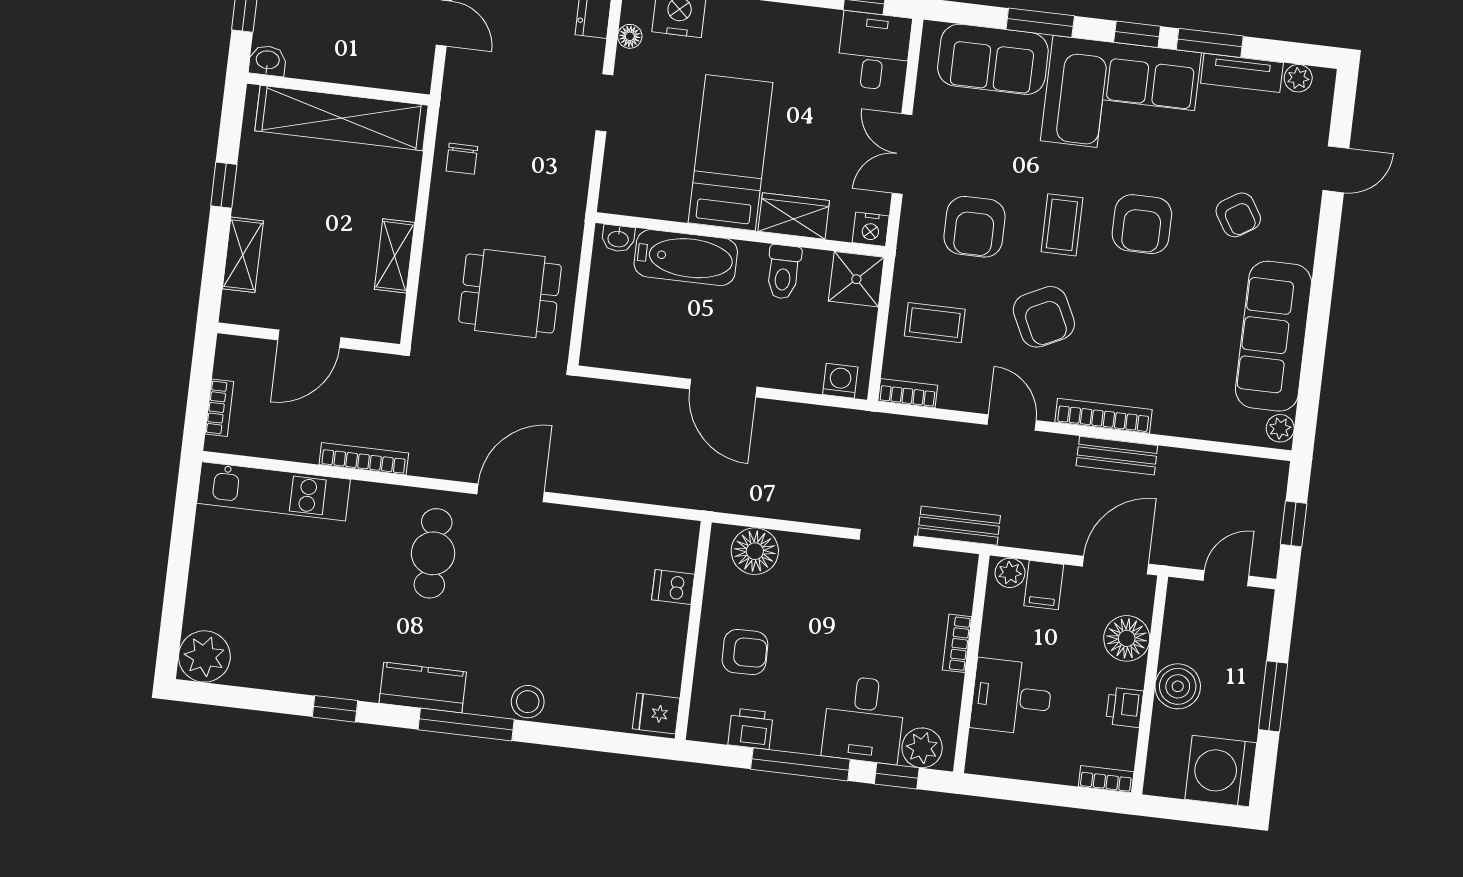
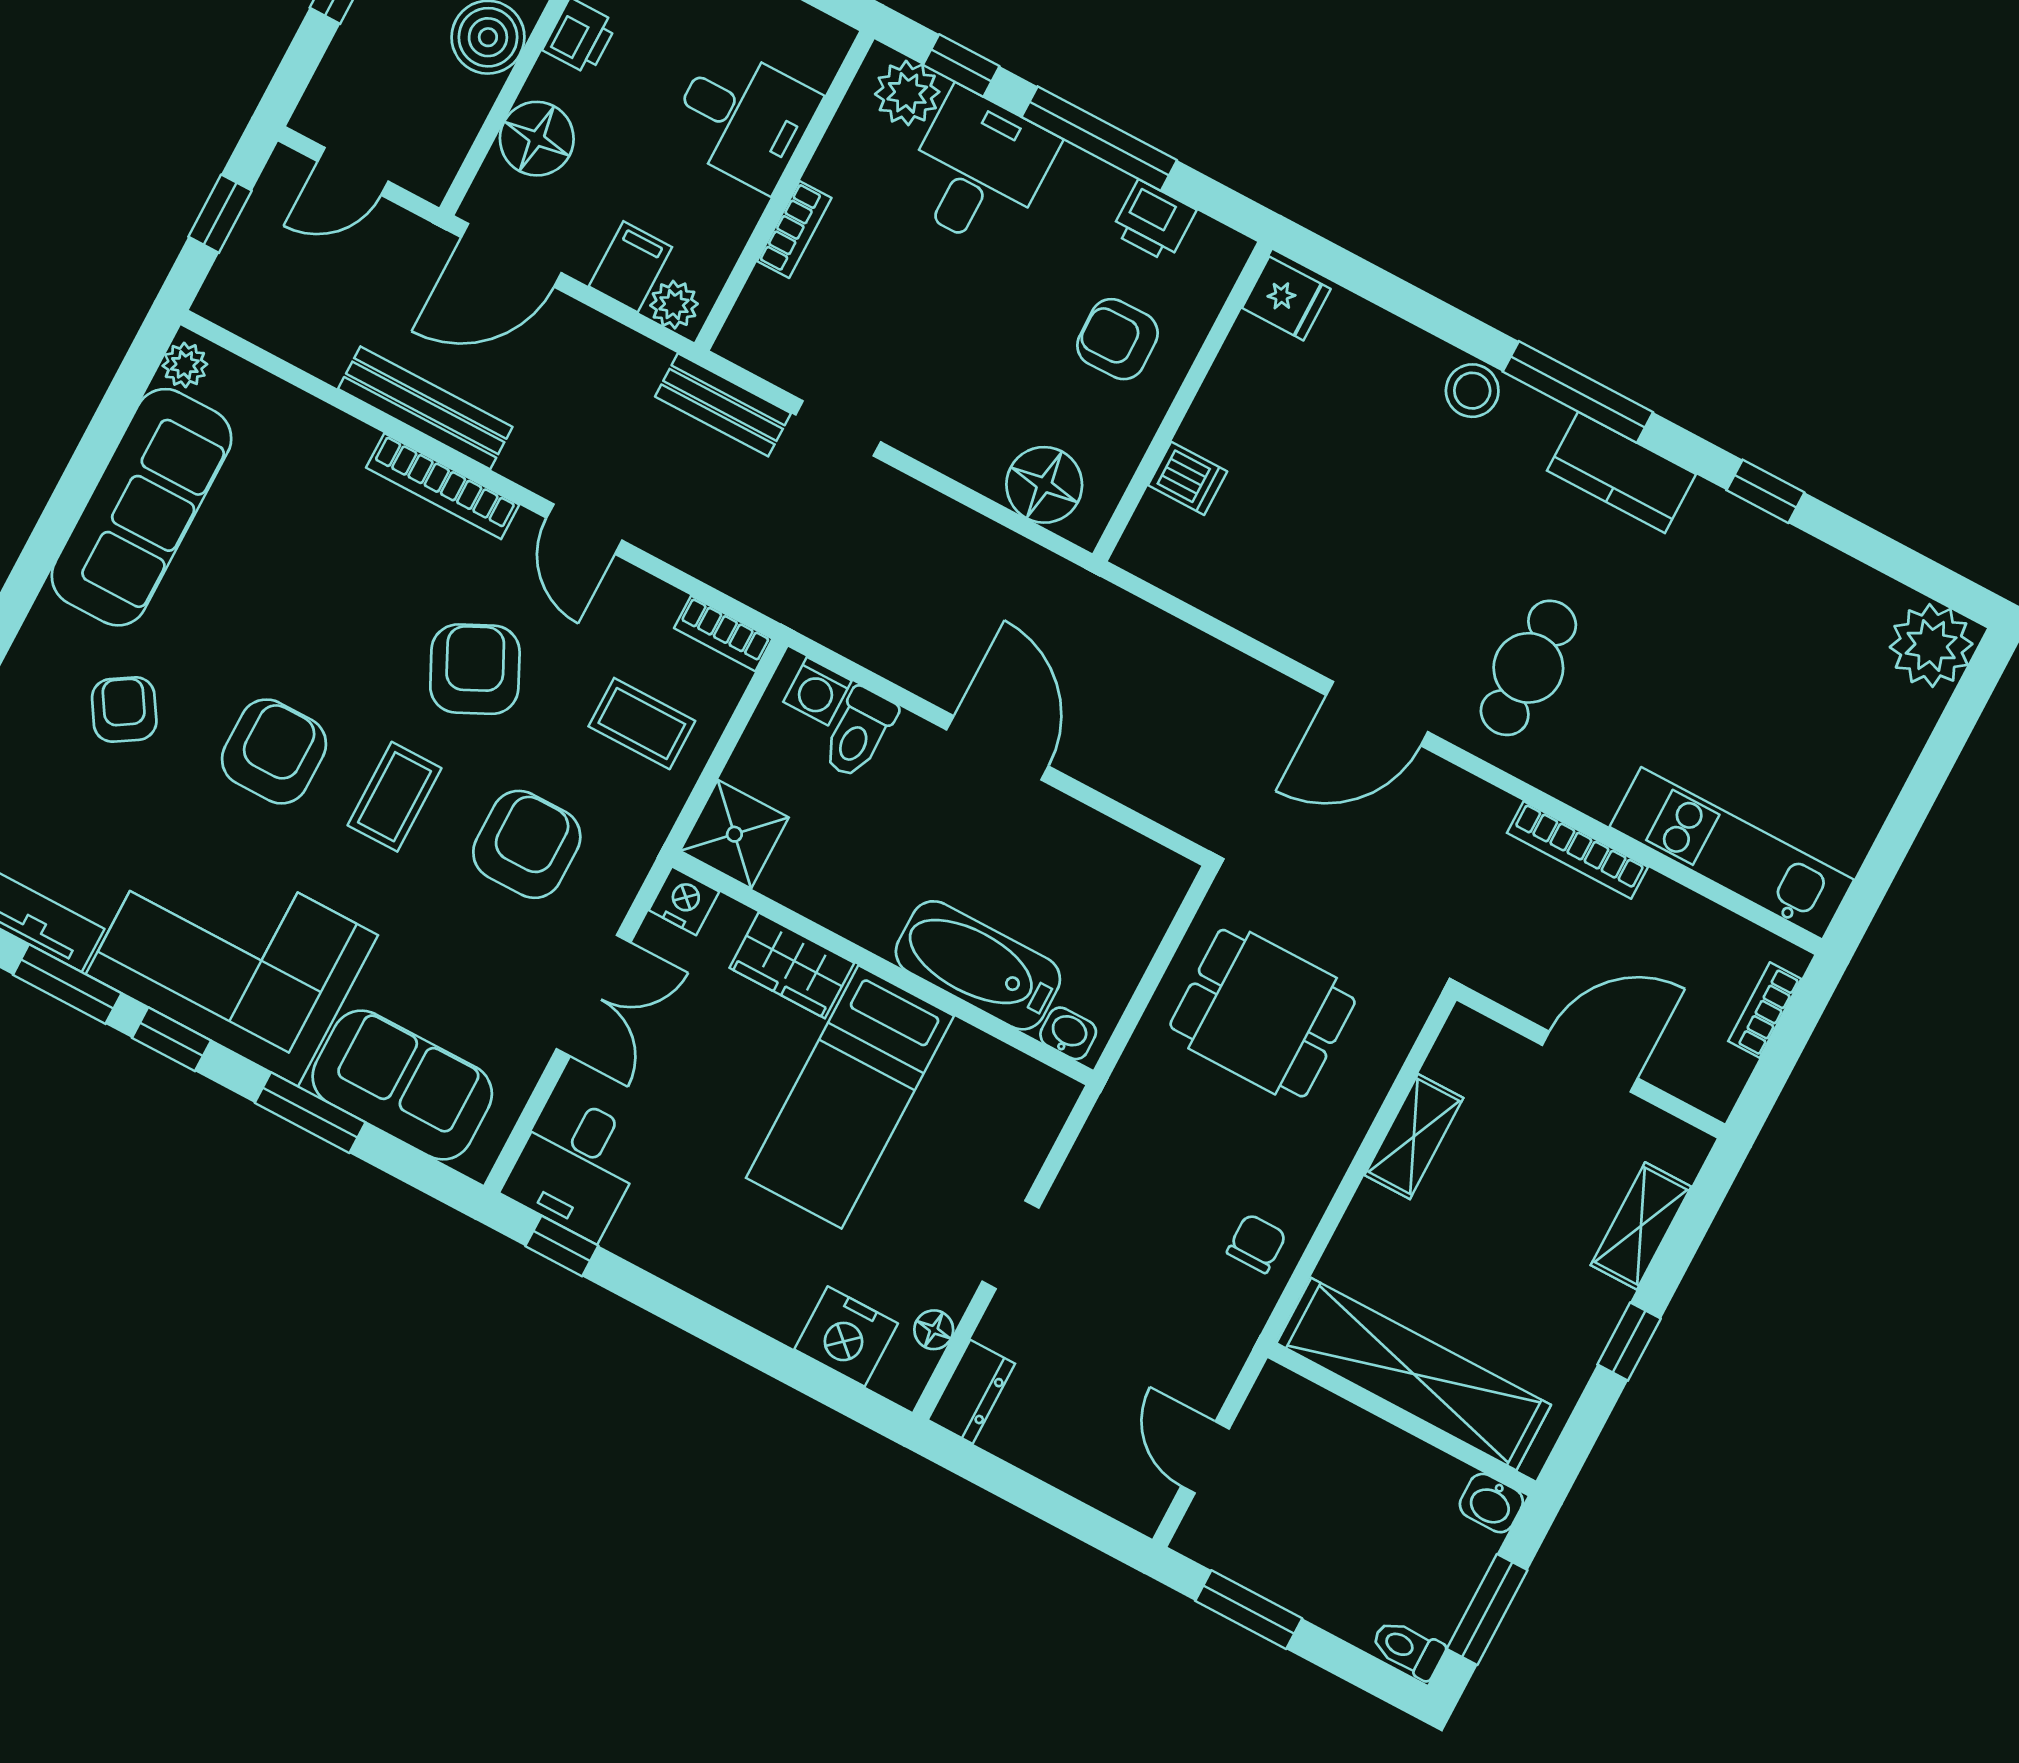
toilet: (783, 272) -> (859, 733), moved, turned 180
bench: (1117, 456) -> (425, 408), width x1.36

